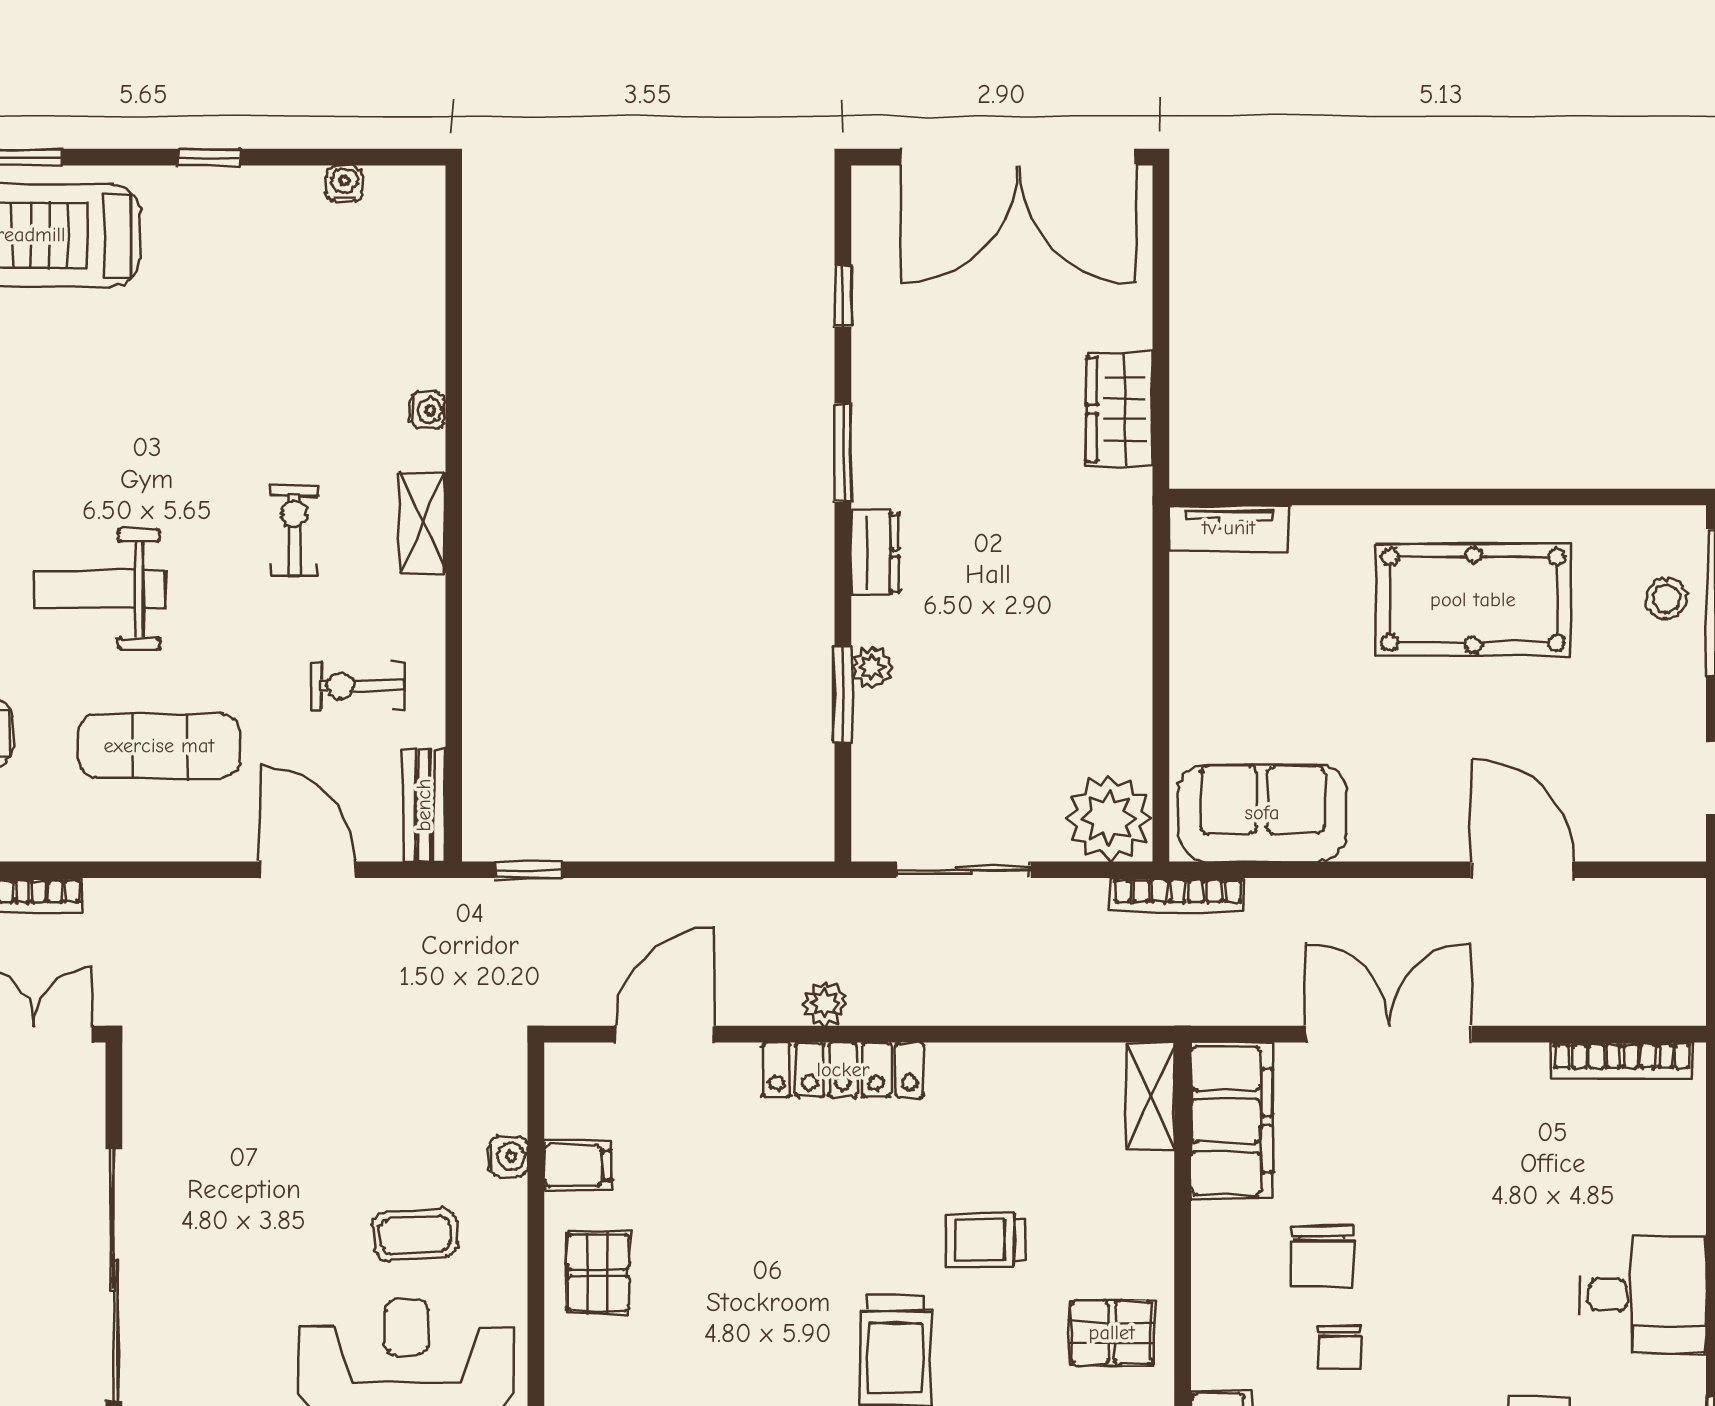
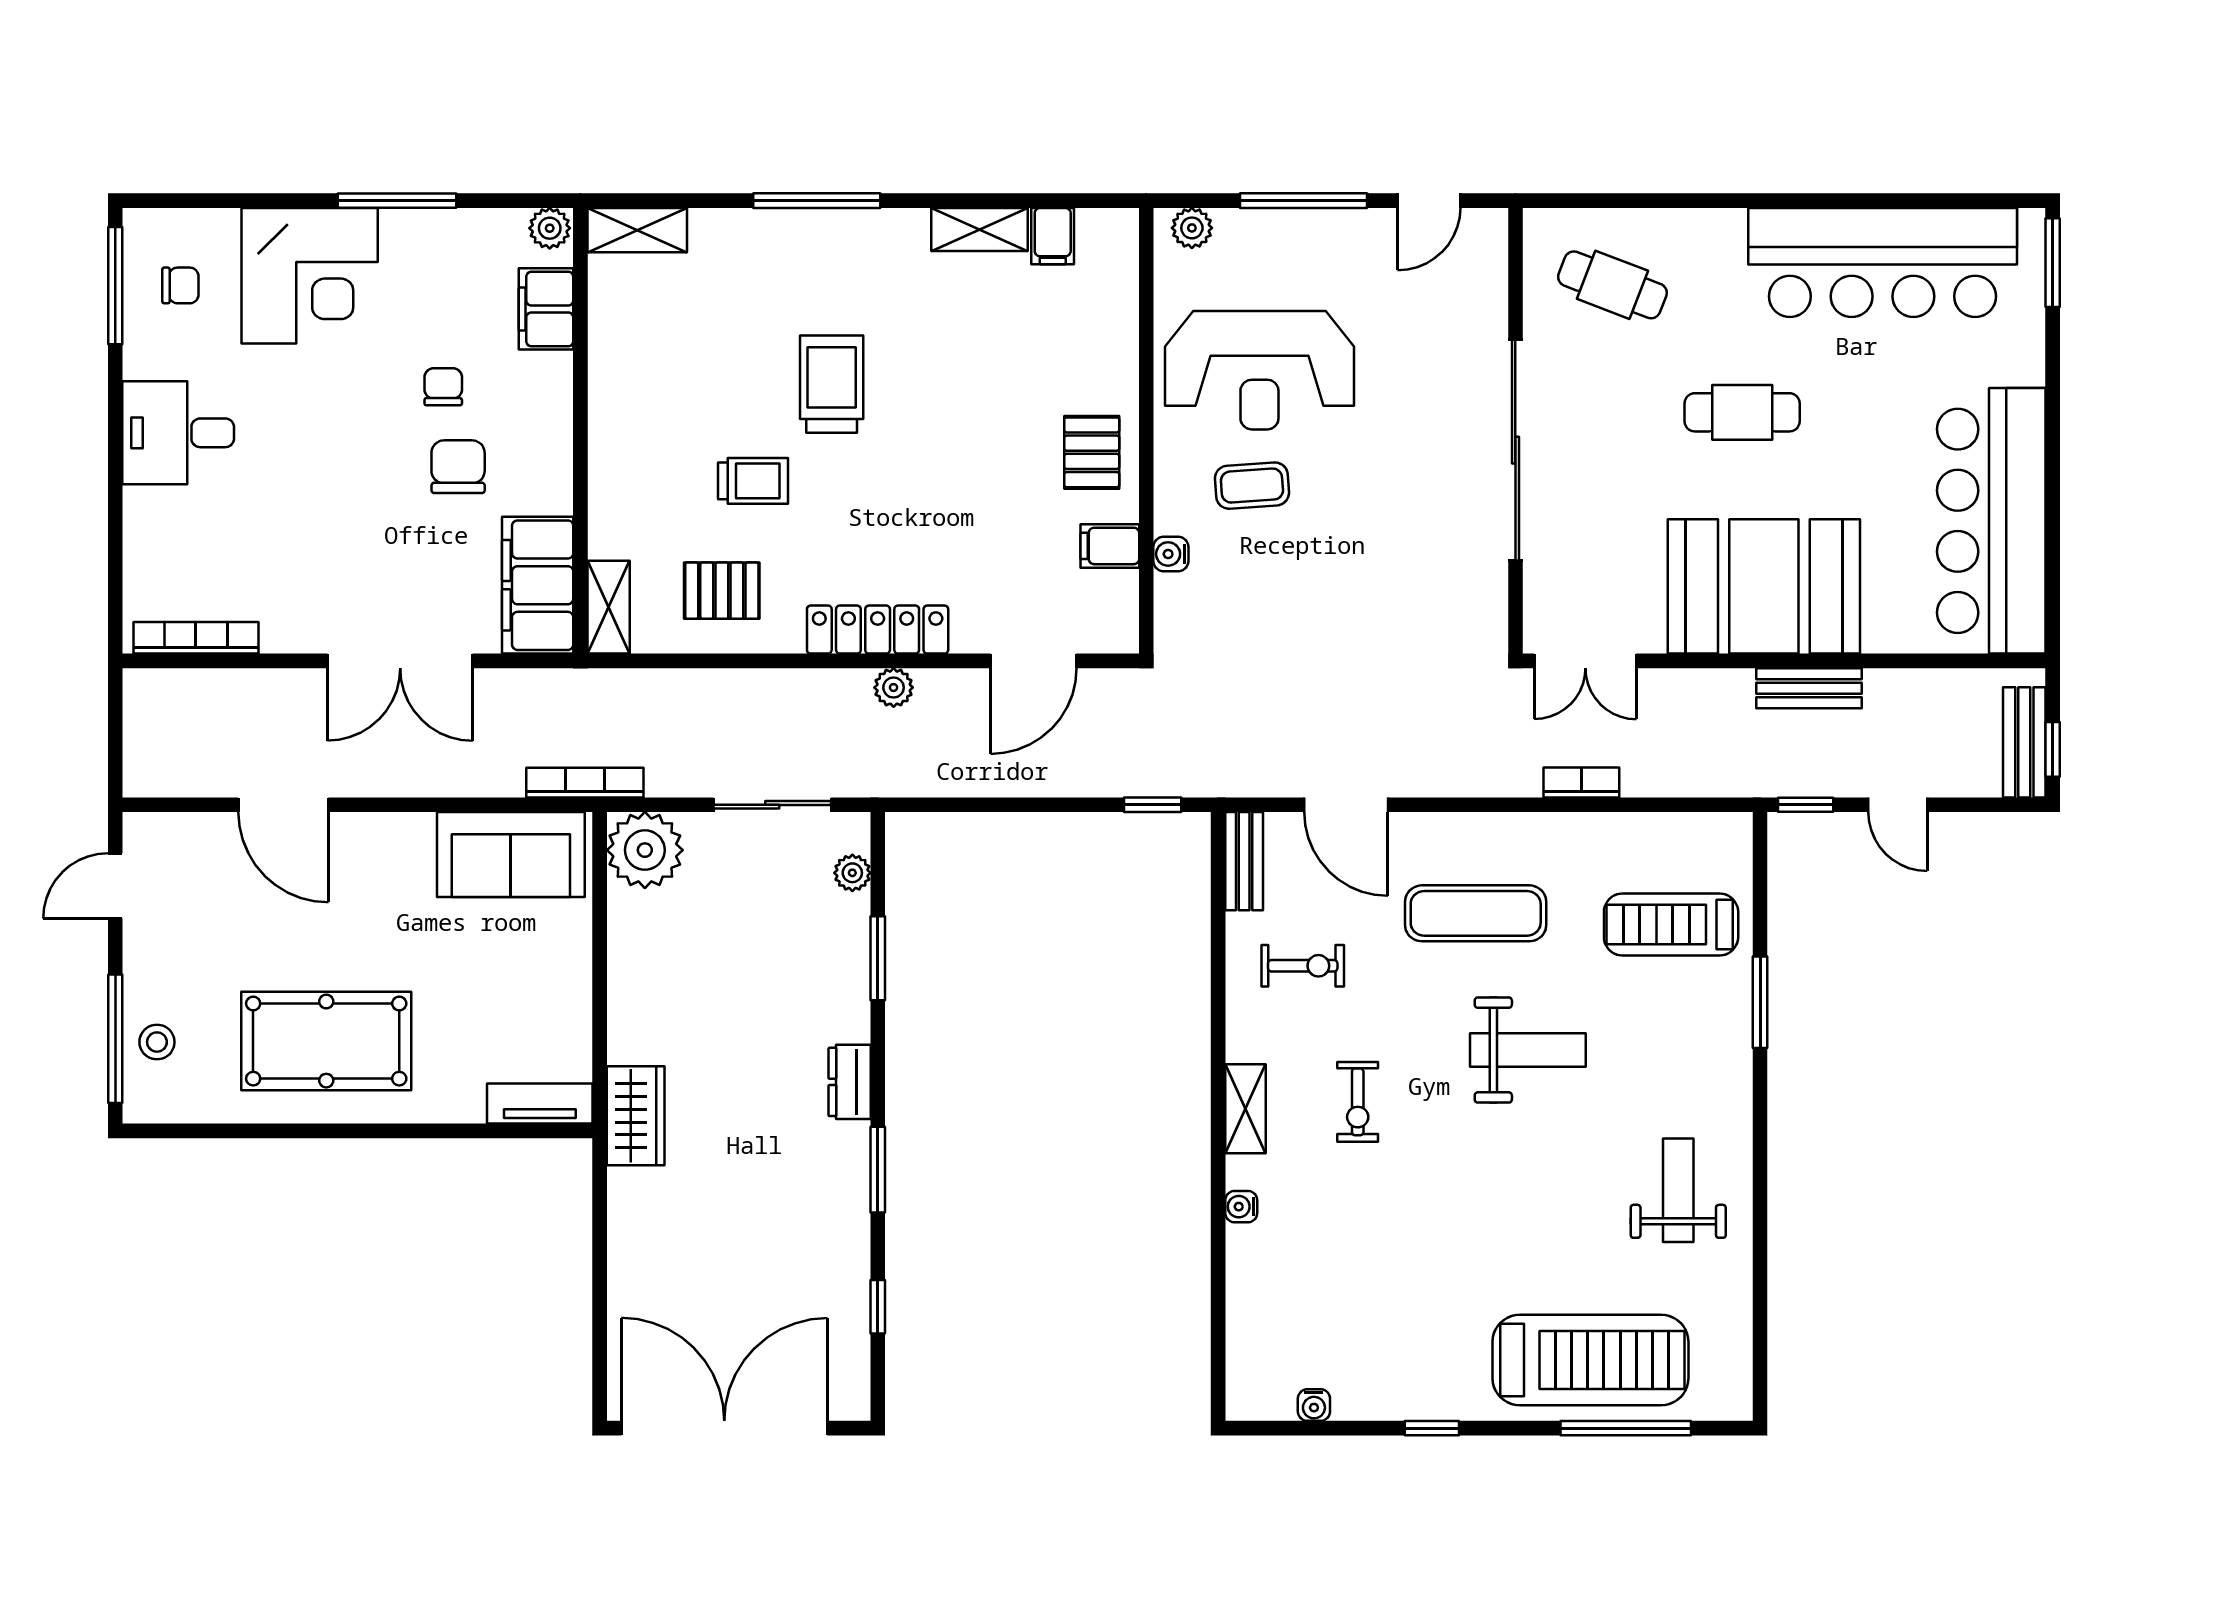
wardrobe: (1120, 409) -> (636, 1116), moved
plant: (872, 667) -> (852, 873), moved
pallet: (1112, 1333) -> (722, 591), moved

